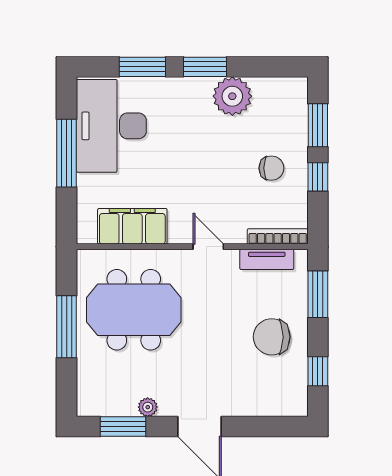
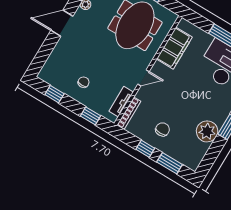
chair: (271, 168) -> (162, 129), turned 180
window: (318, 294) -> (90, 116), width x0.67
chair: (272, 337) -> (84, 82), width x0.54, depth x0.54

